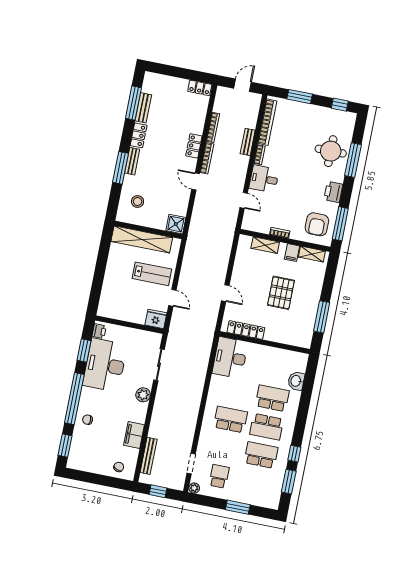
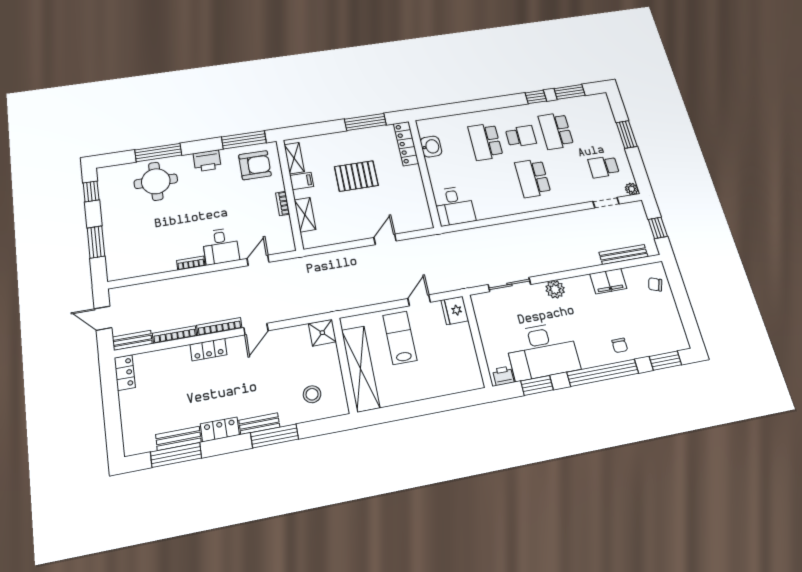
bookcase: (267, 122) -> (144, 269), removed
bench: (248, 142) -> (132, 340), moved
locker: (246, 330) -> (406, 144), moved
desk: (230, 358) -> (454, 206), width x0.73
washbasin: (296, 381) -> (431, 147), moved, turned -90
school desk: (267, 427) -> (521, 136), width x0.54

